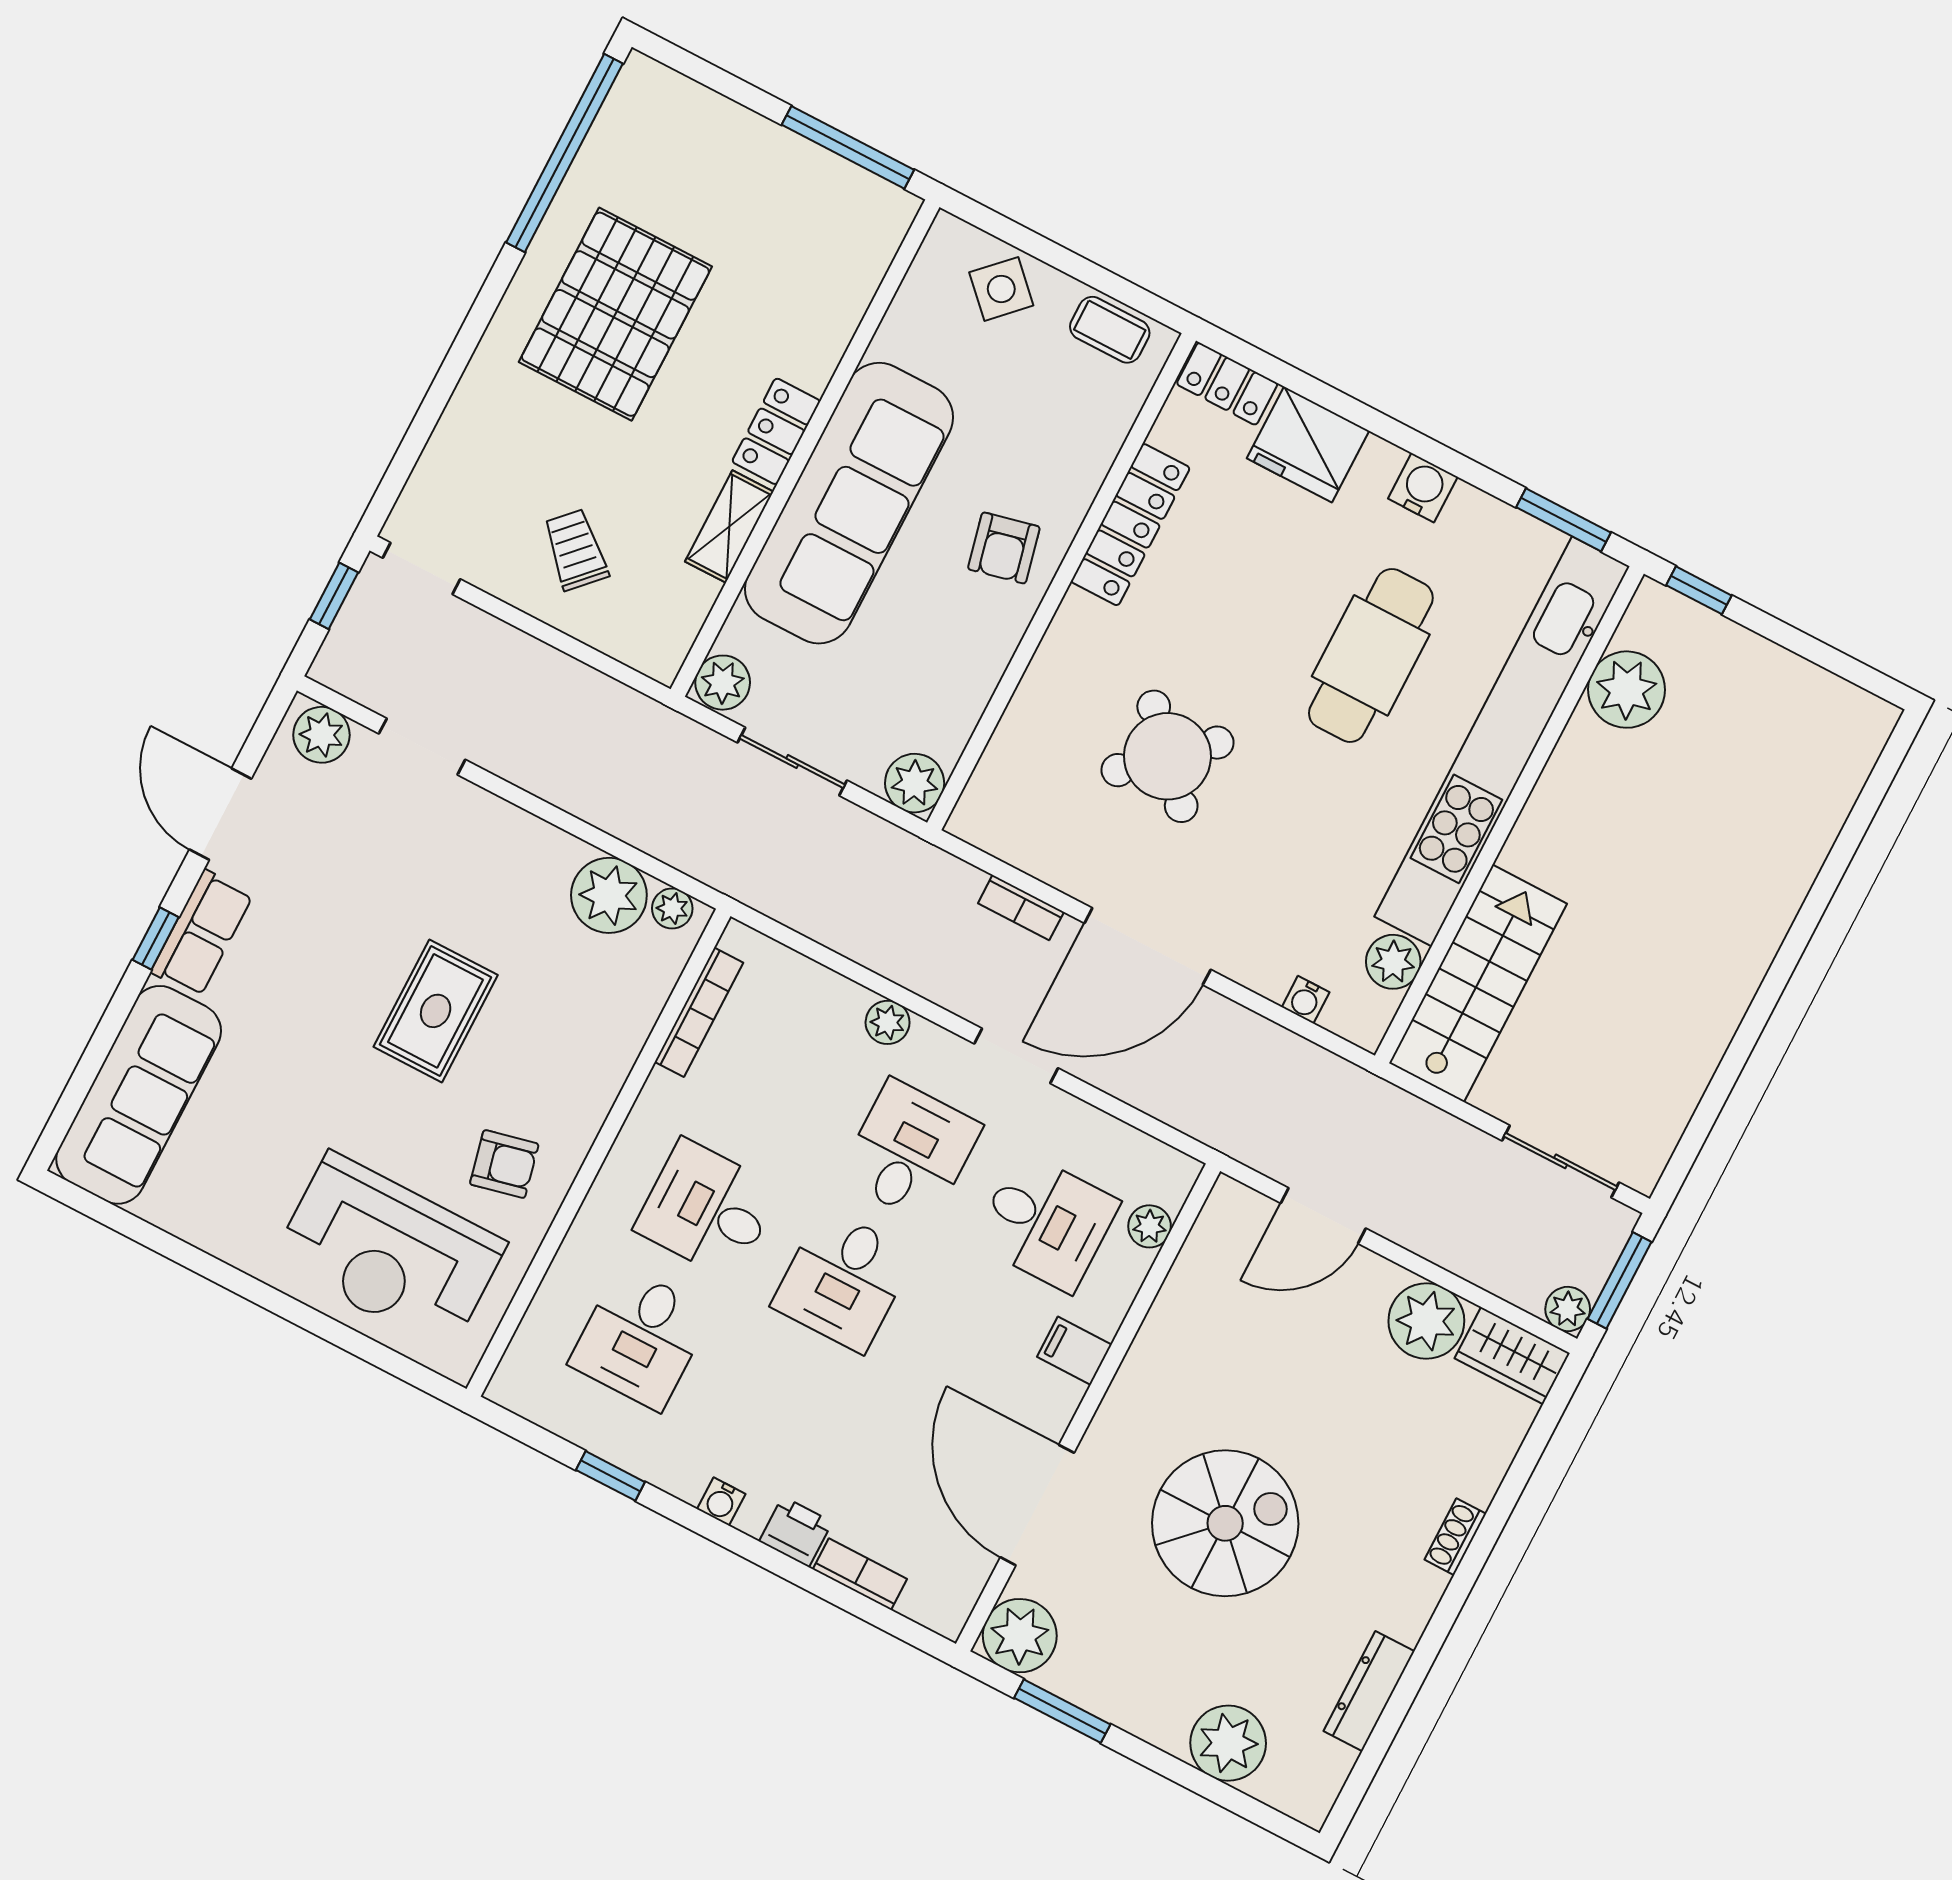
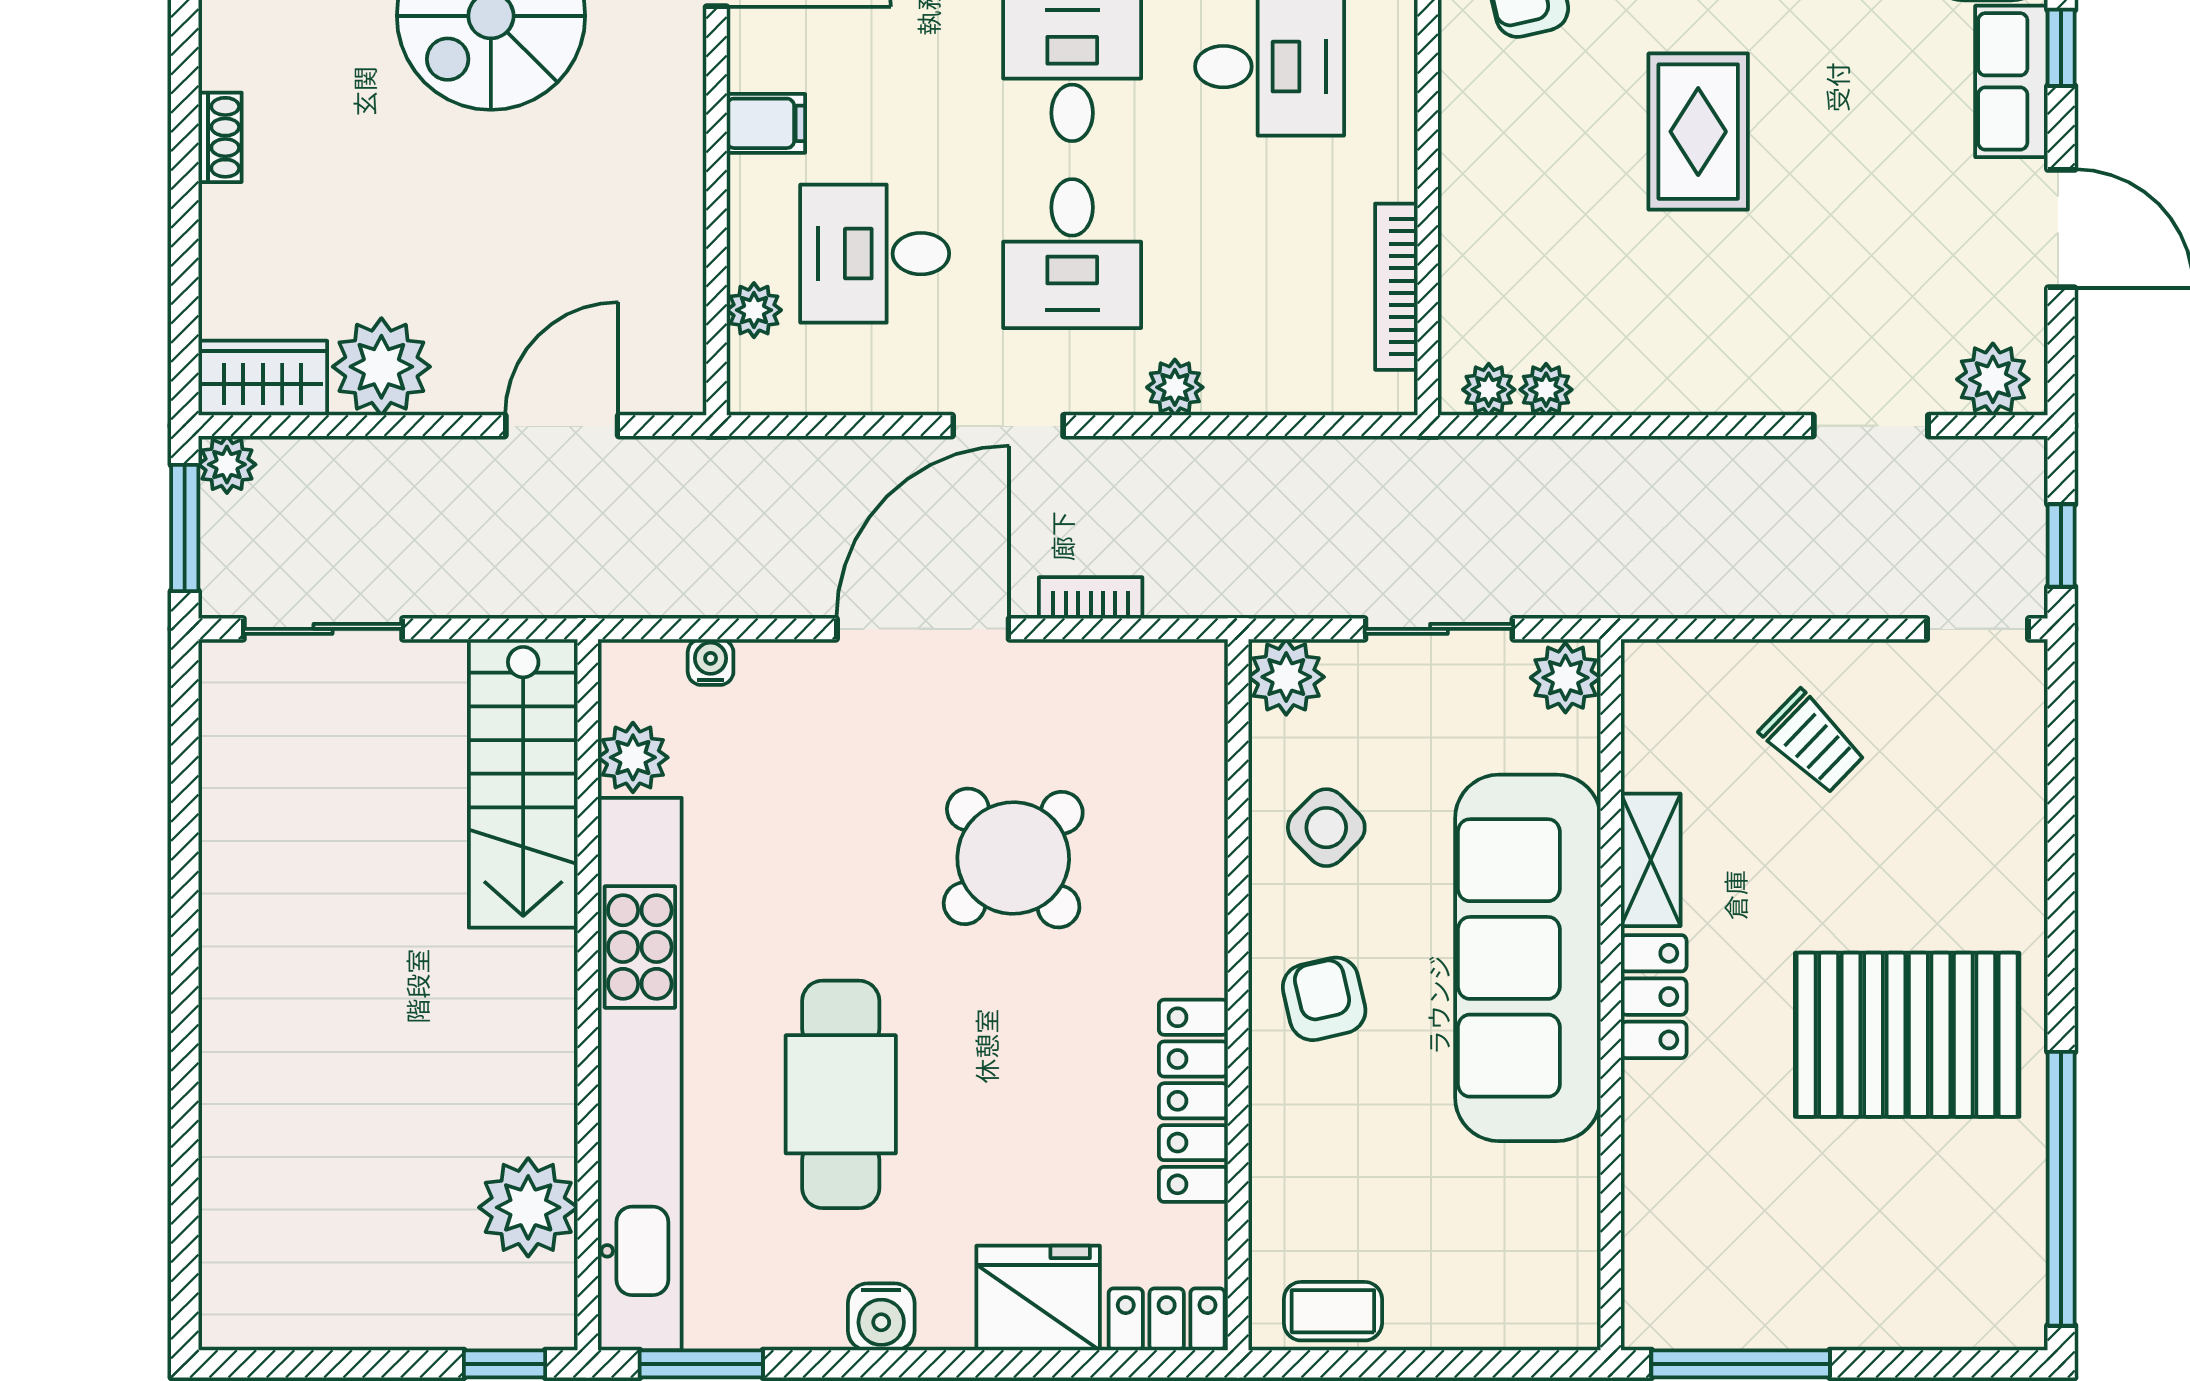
side table: (1001, 289) -> (1326, 828), moved
pallet: (615, 314) -> (1907, 1035), turned 90
plant: (609, 895) -> (1546, 390), width x0.53, depth x0.53

